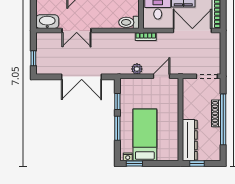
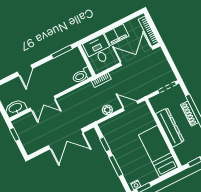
window: (33, 58) -> (15, 134), moved
door: (162, 76) -> (130, 106), hinge flipped
bed: (145, 135) -> (158, 151), moved
dresser: (190, 140) -> (170, 127), moved

